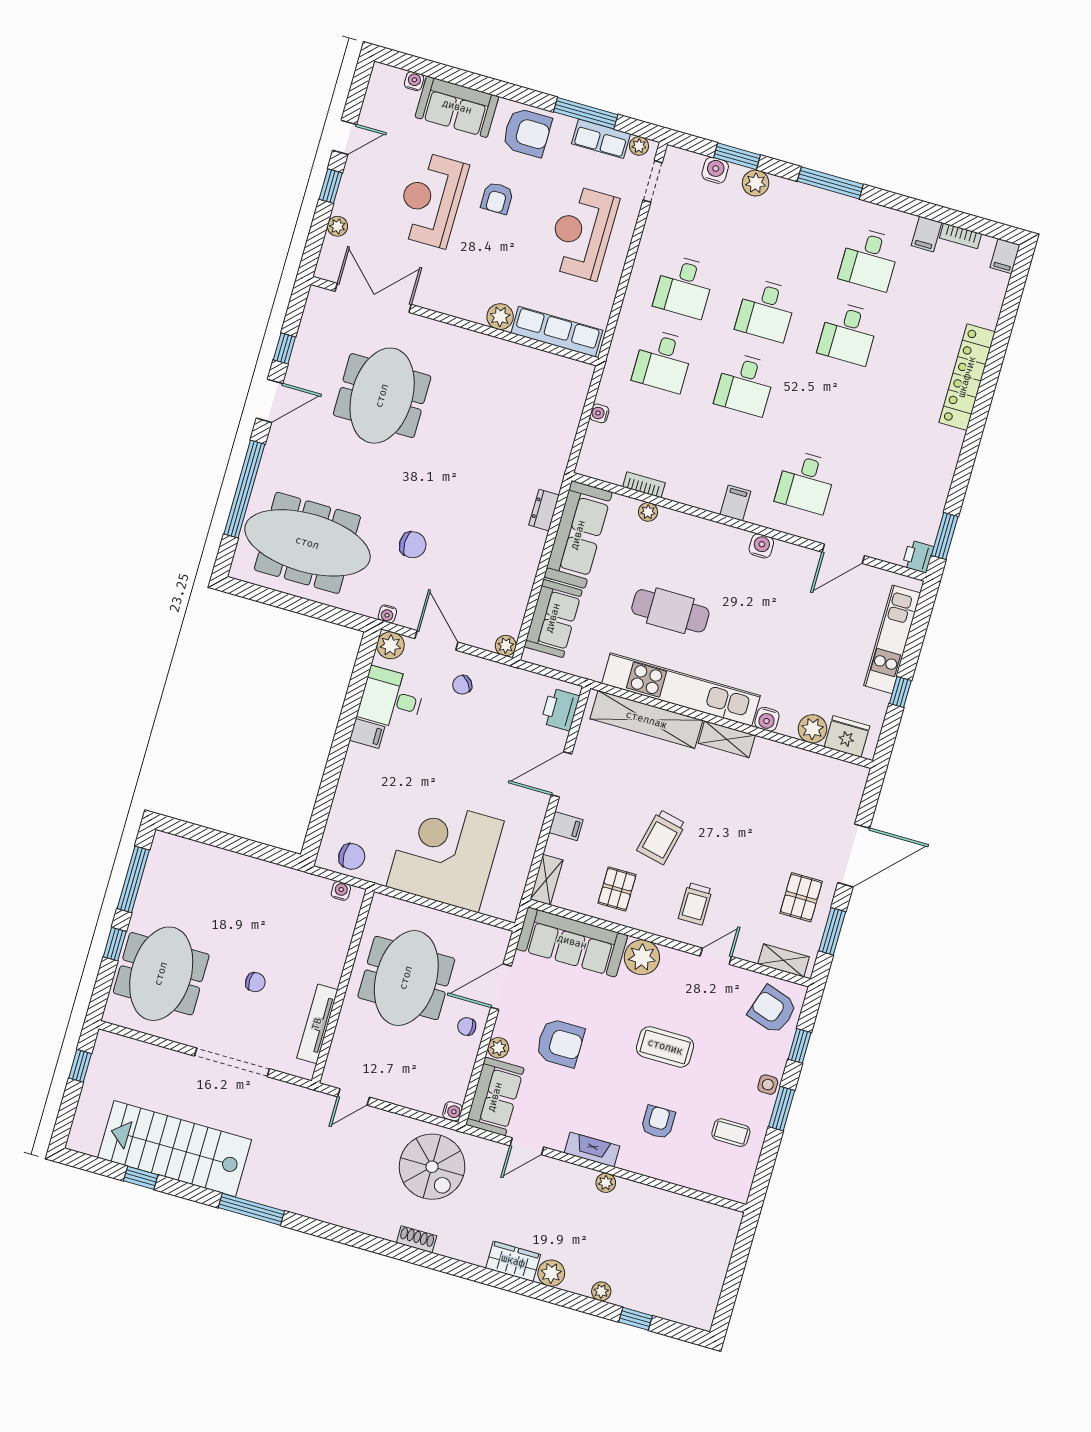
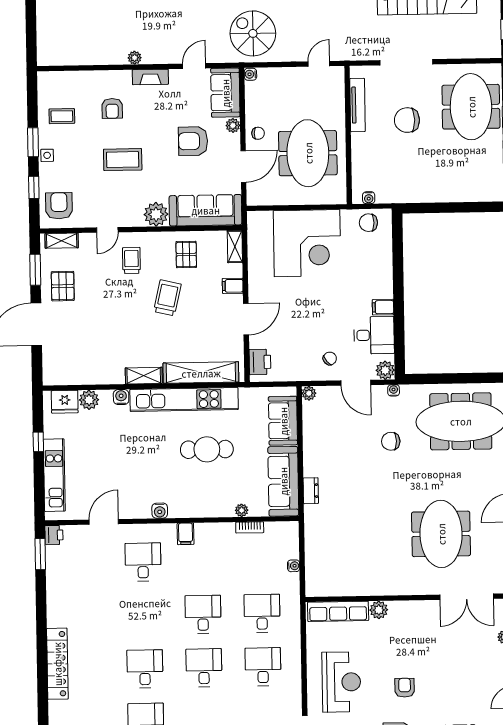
reception desk: (431, 200) -> (448, 673), removed
chair: (255, 982) -> (407, 120), width x1.87, depth x1.87
armchair: (773, 1010) -> (59, 206), turned -108

